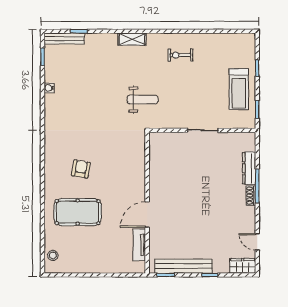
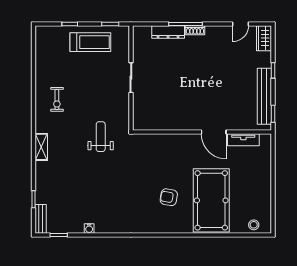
bench: (64, 39) -> (41, 219), width x0.73
pool table: (78, 212) -> (211, 200), width x1.36, depth x1.32

